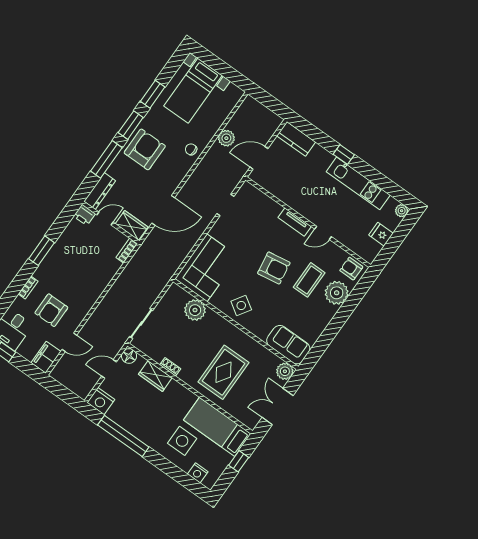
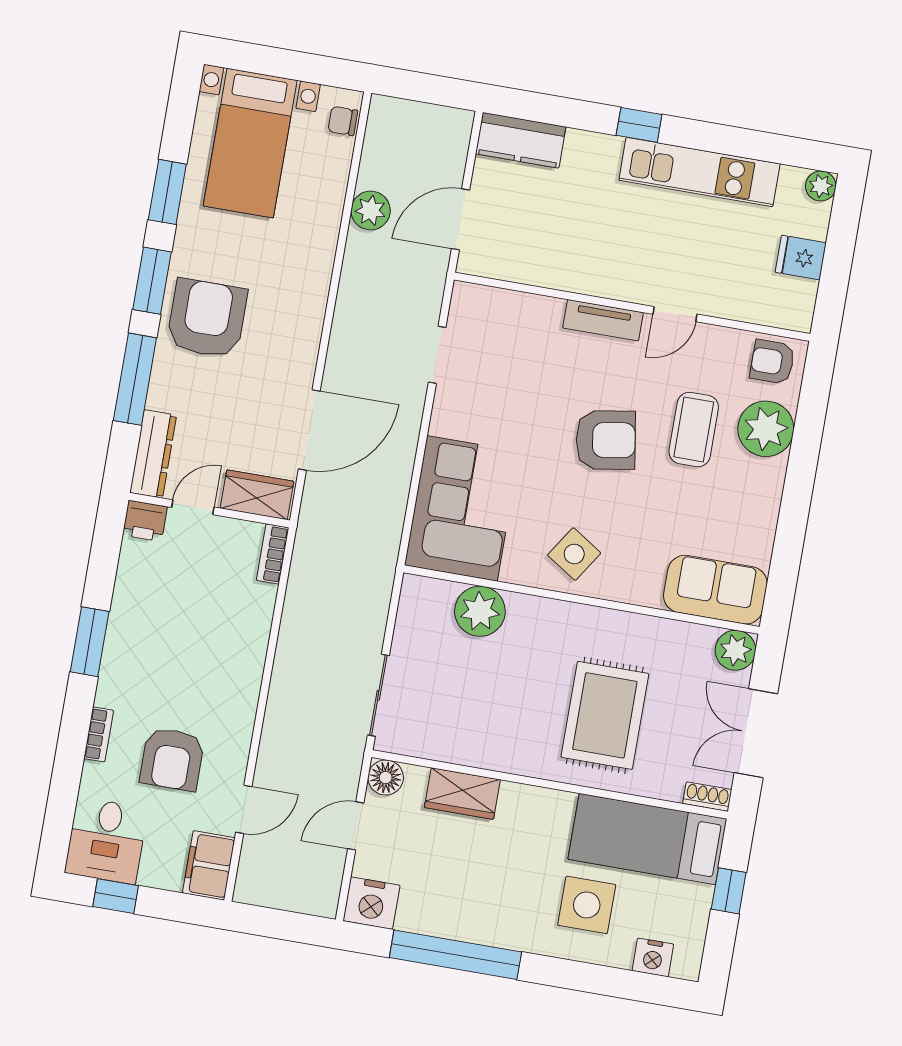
chair: (191, 149) -> (343, 121), moved
shoe rack: (170, 367) -> (707, 797), moved

